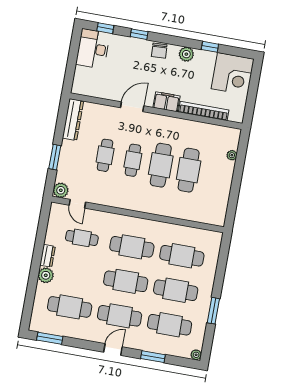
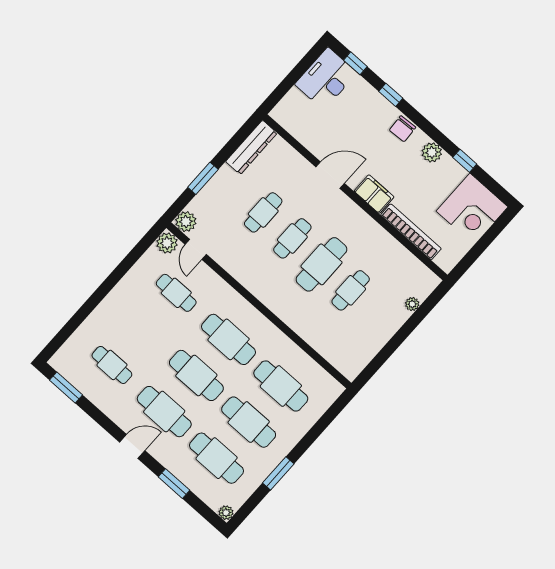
cafe table: (189, 170) -> (351, 290), width x0.73, depth x0.74
dresser: (47, 256) -> (123, 289), removed
plant: (46, 275) -> (167, 243), moved
cafe table: (70, 307) -> (112, 365), width x0.73, depth x0.74

